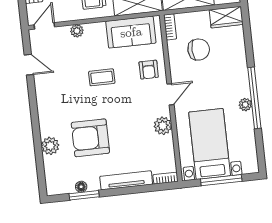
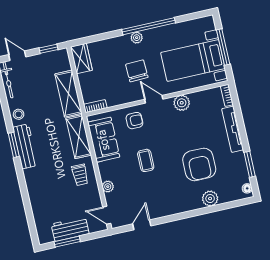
chair: (199, 50) -> (137, 71), moved
plant: (245, 105) -> (137, 38), moved
floor lamp: (81, 187) -> (247, 188), moved

